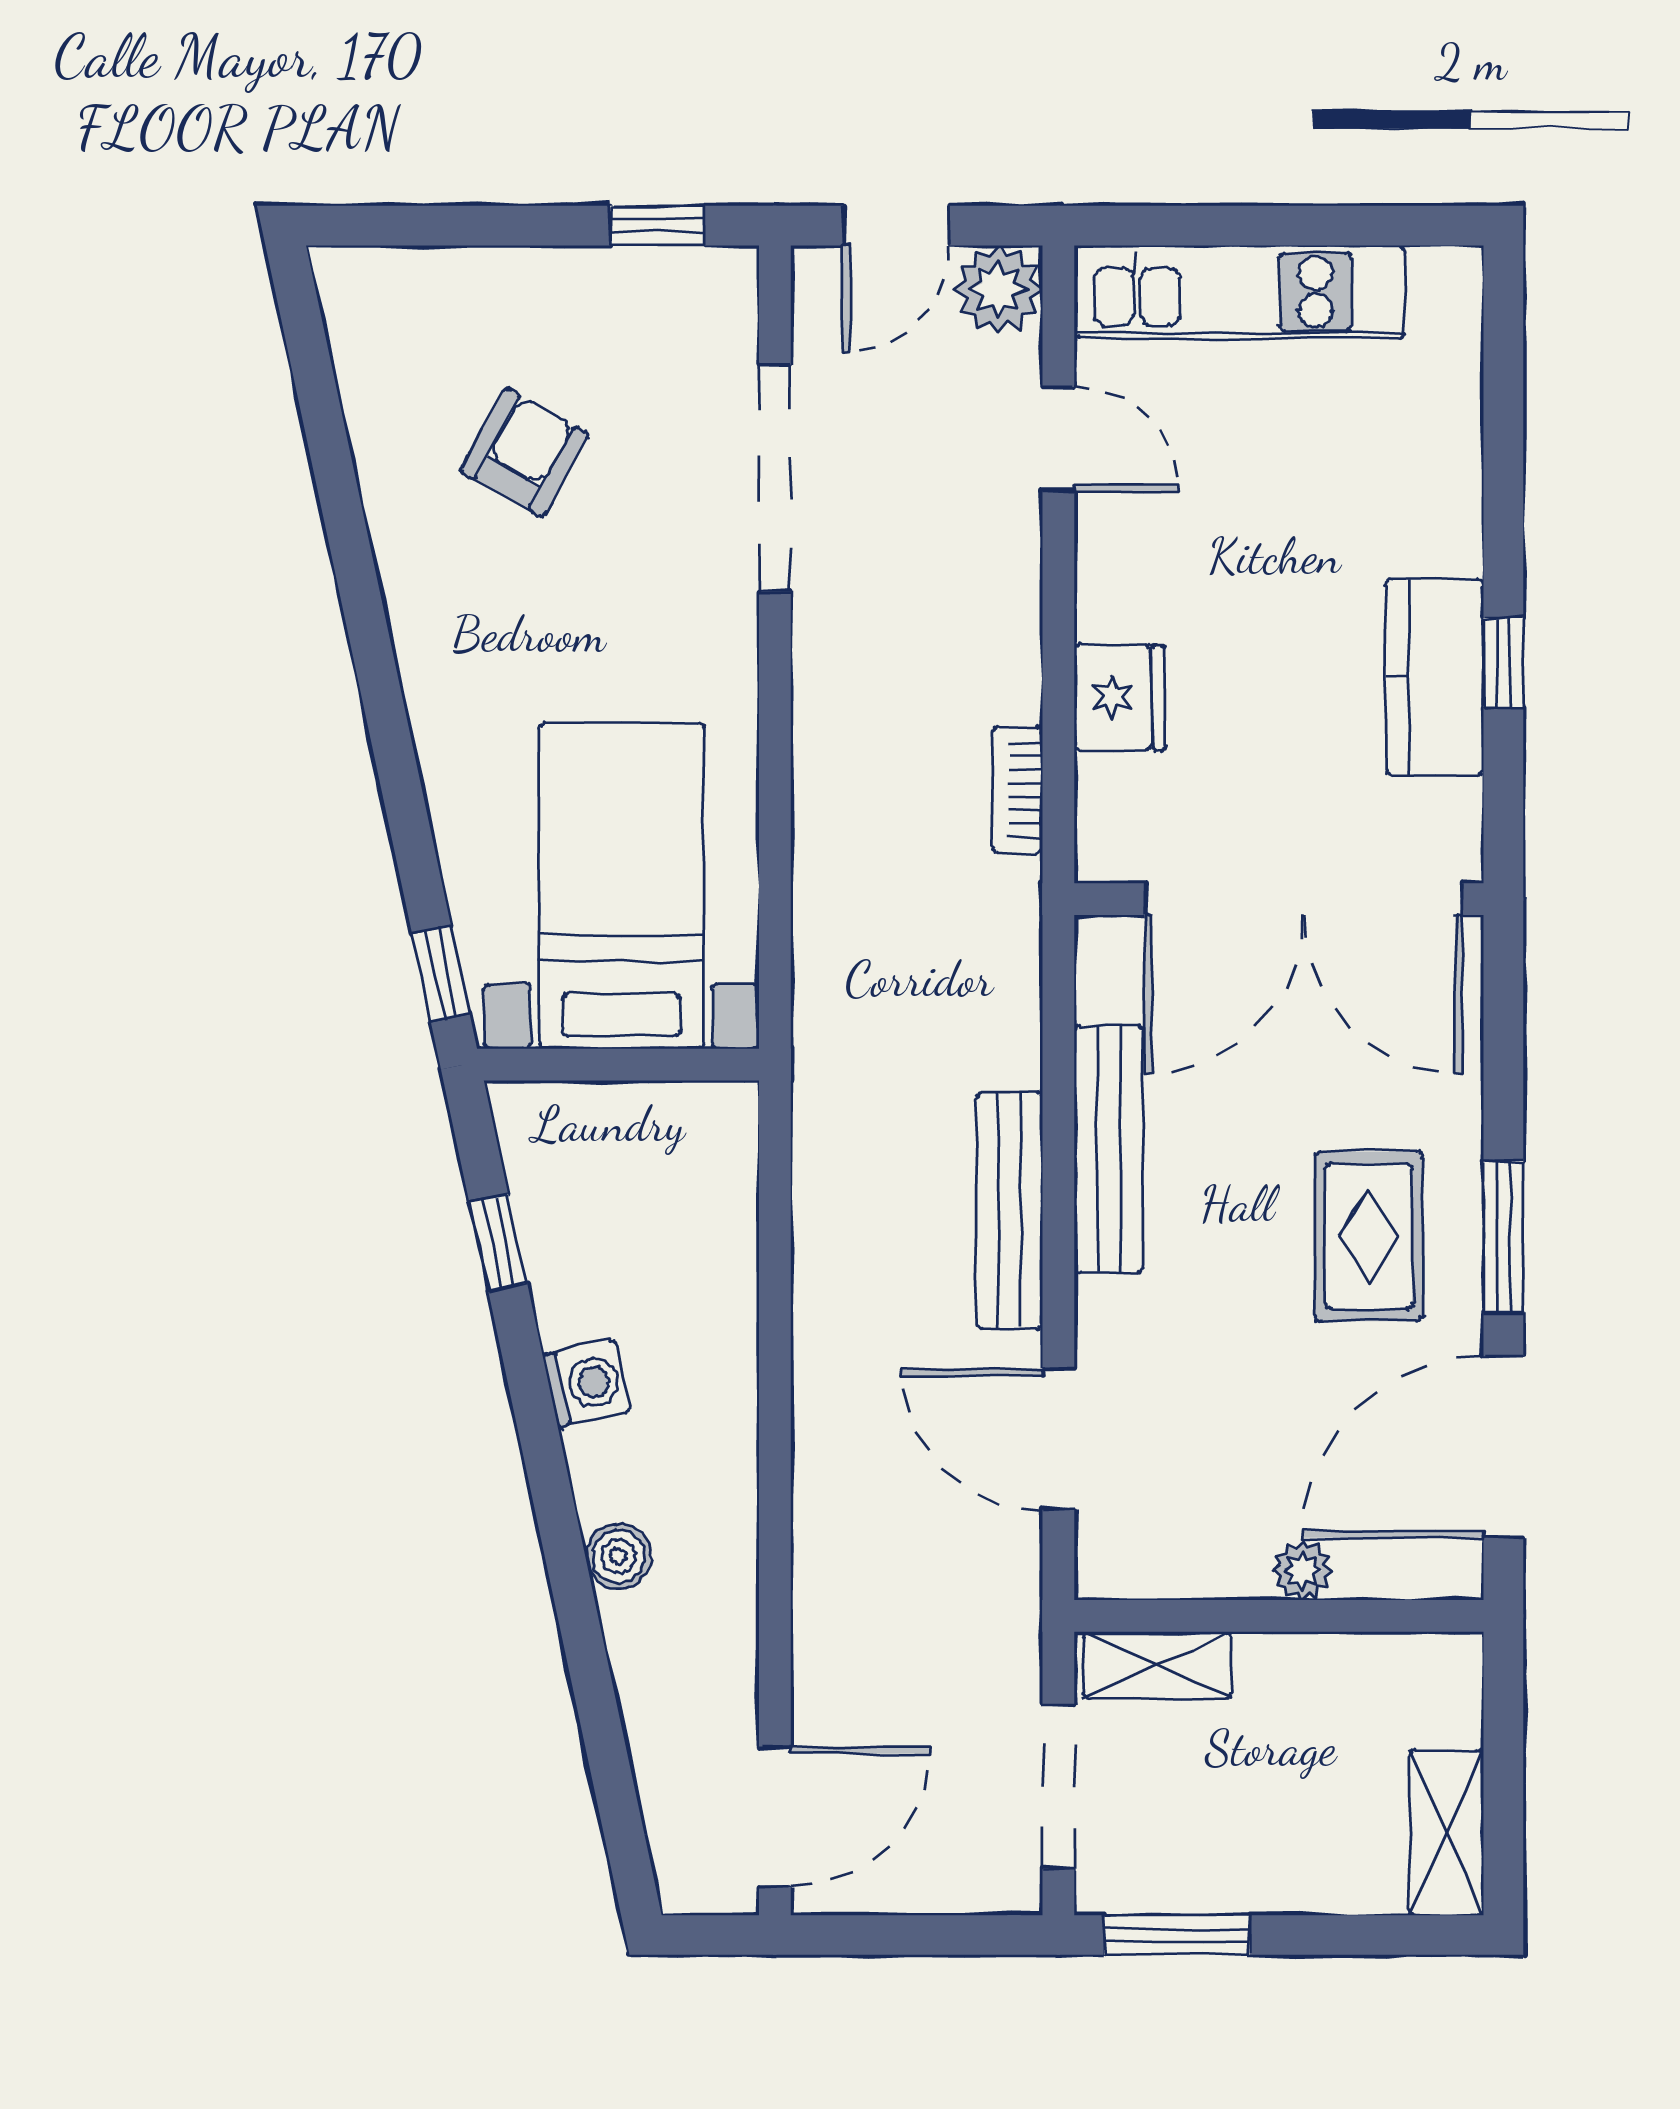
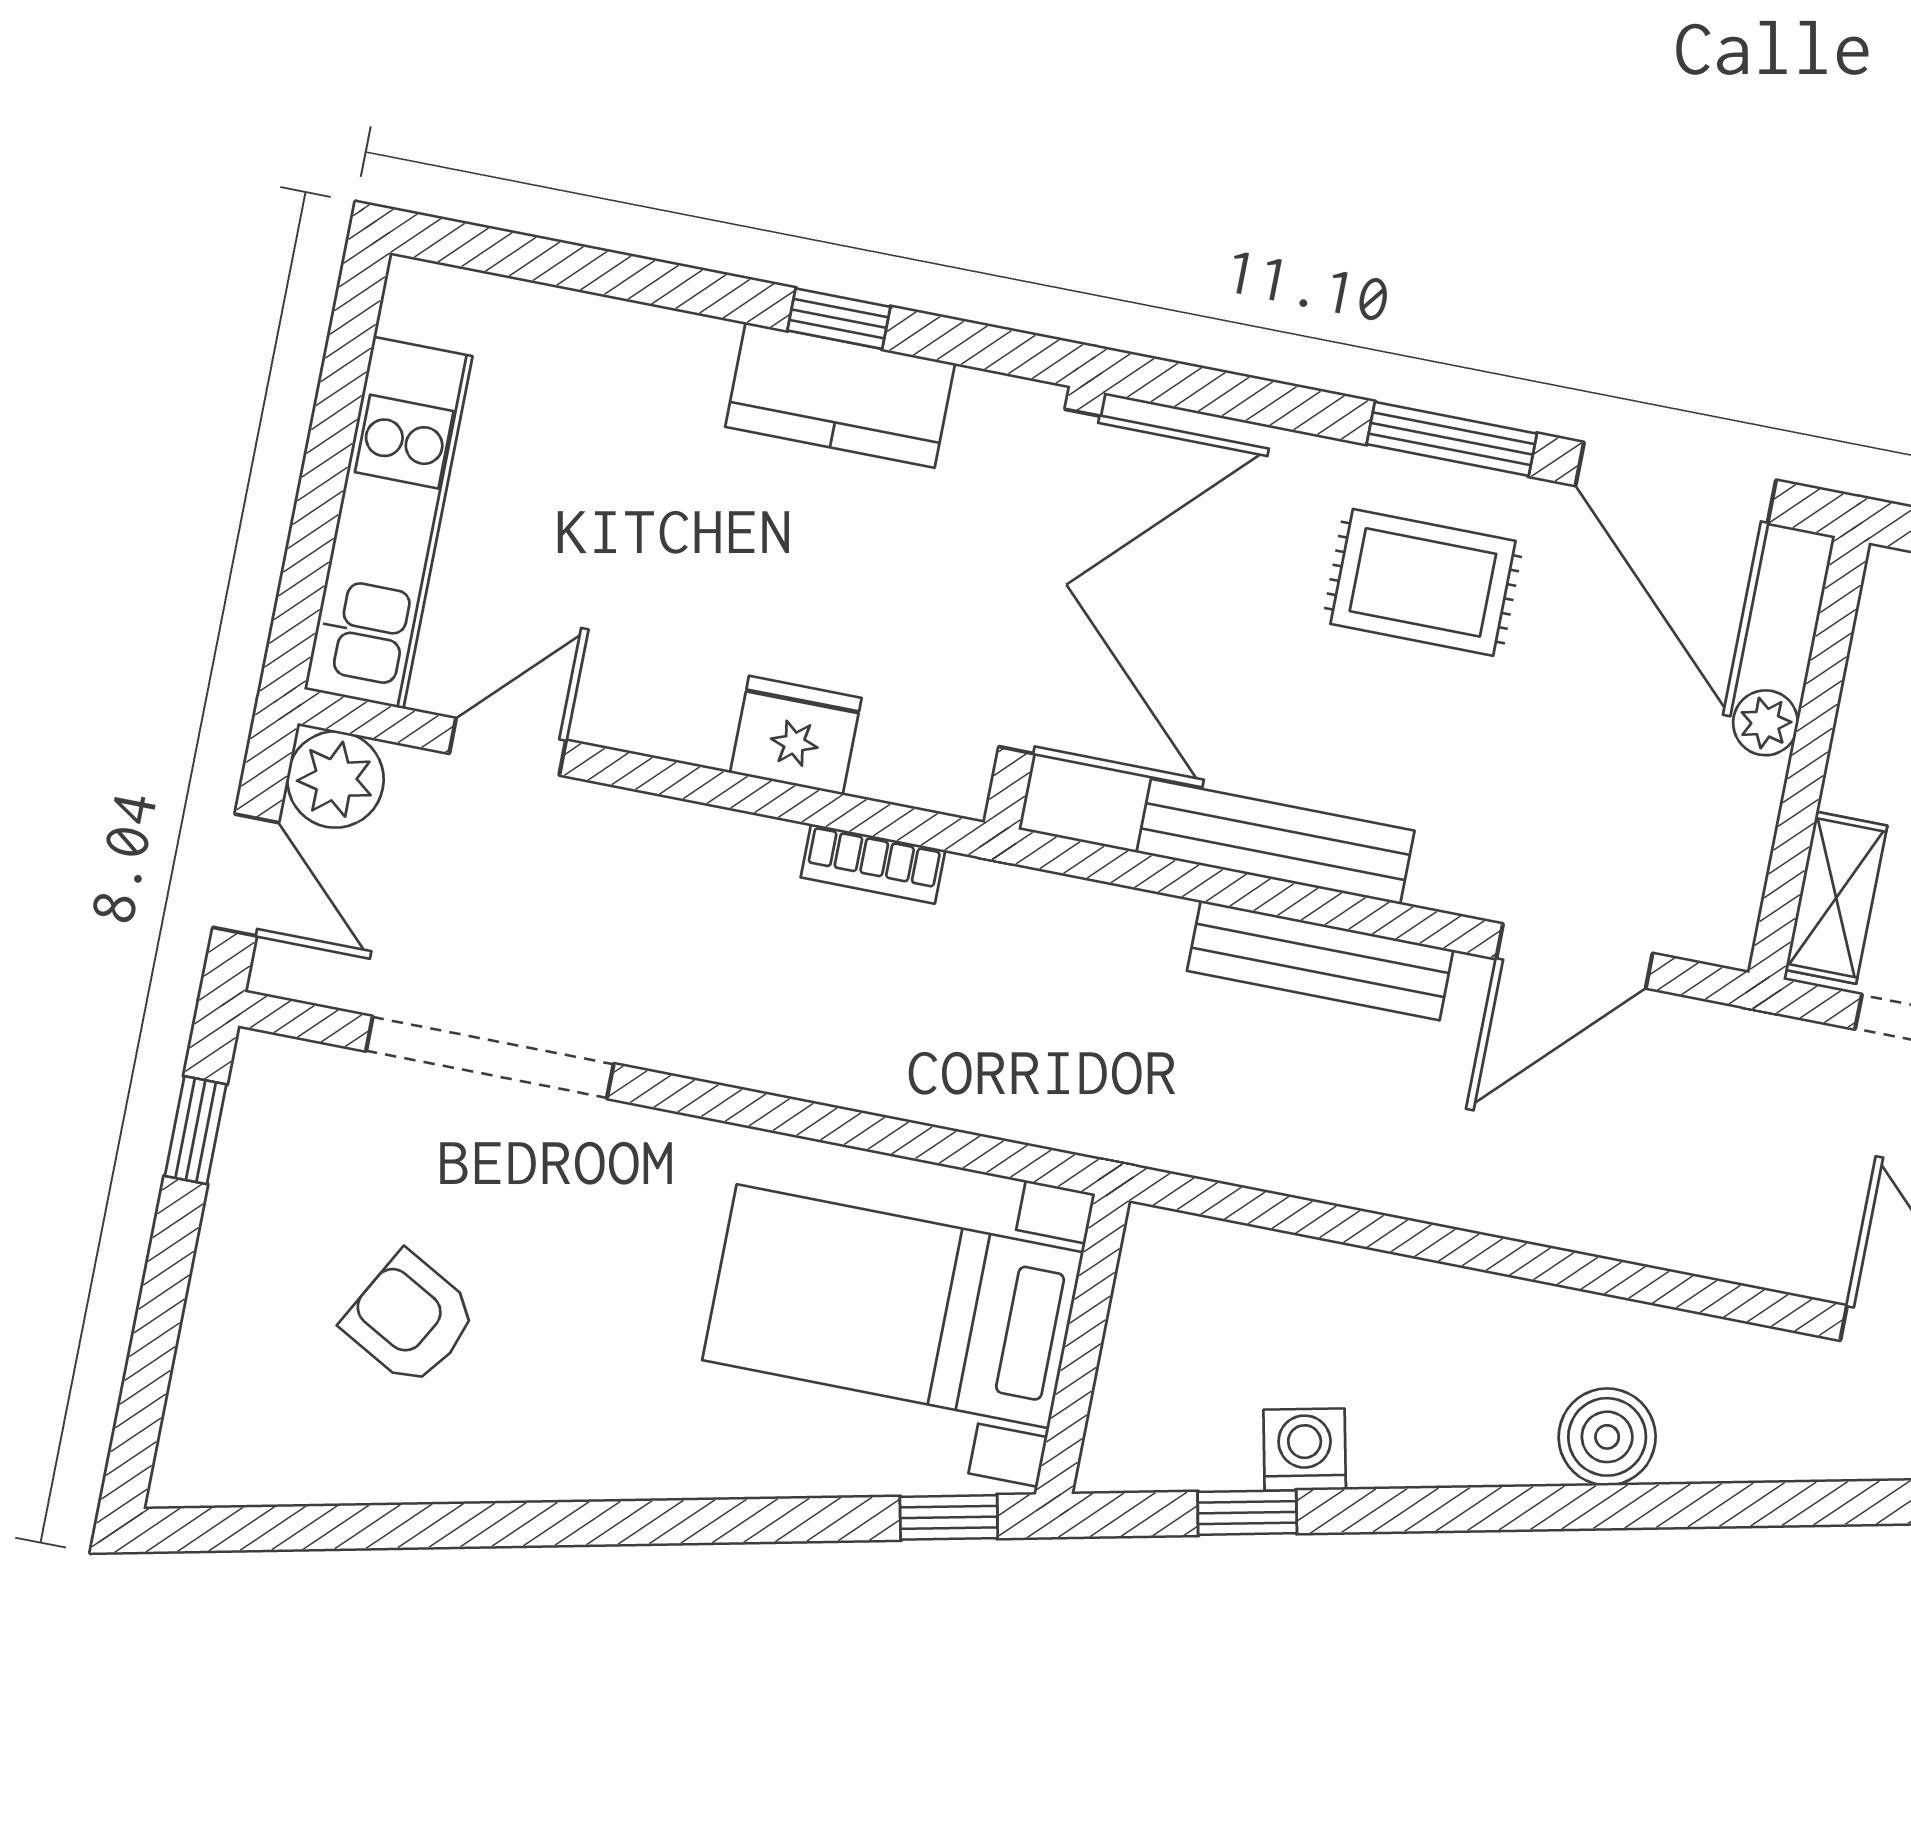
washing machine: (586, 1384) -> (1305, 1450), moved
boiler: (618, 1556) -> (1607, 1437), width x1.36, depth x1.36

